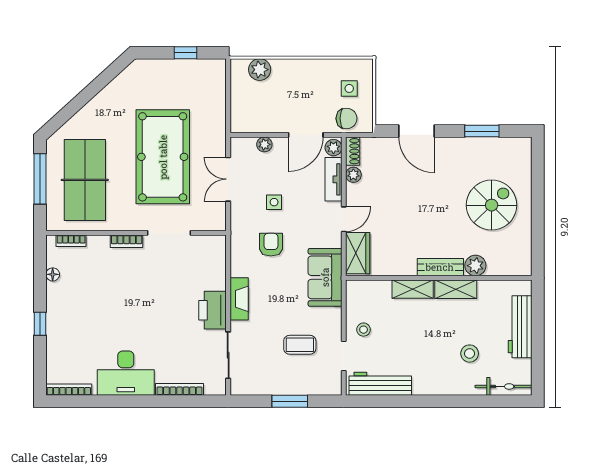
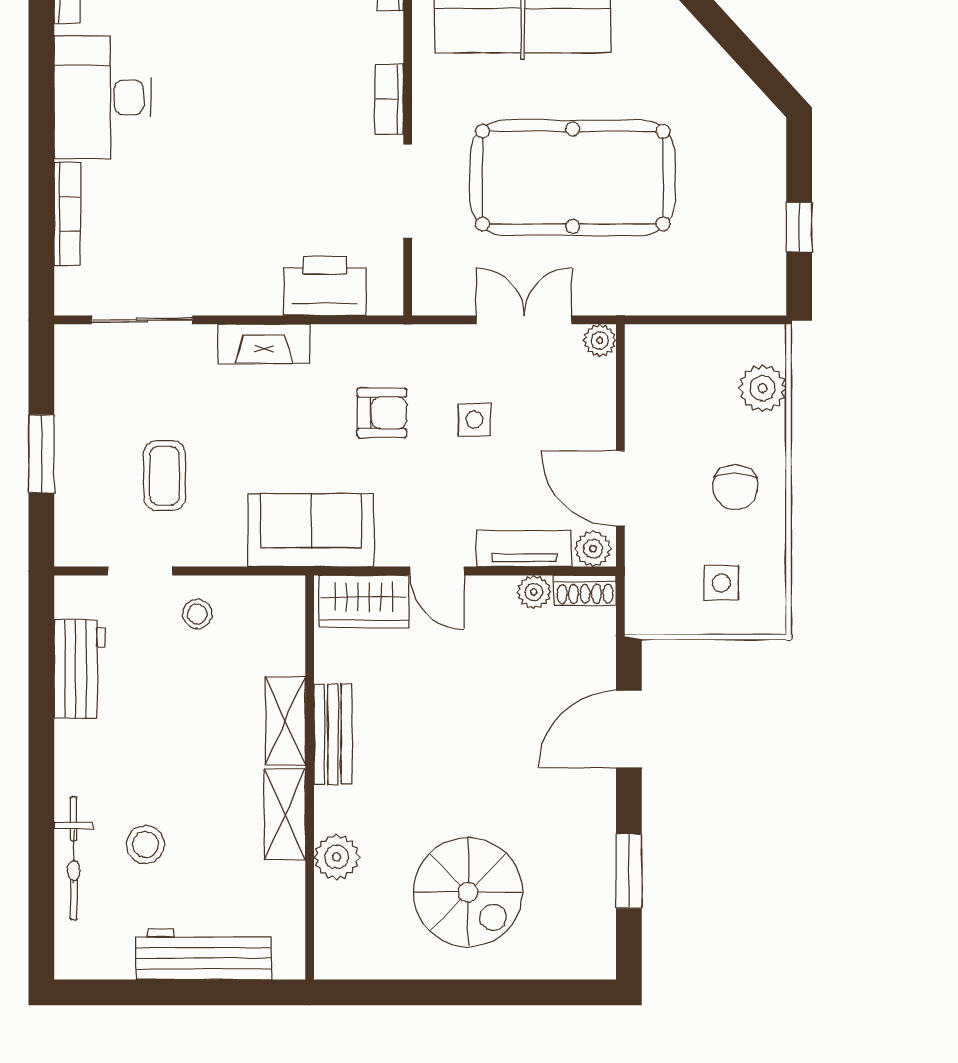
chair: (347, 118) -> (735, 487), moved
plant: (264, 144) -> (600, 340), moved
bench: (440, 267) -> (333, 734), moved
printer: (213, 310) -> (325, 286), moved
workbench: (380, 384) -> (80, 669), width x0.73
bicycle: (503, 386) -> (74, 858), moved

